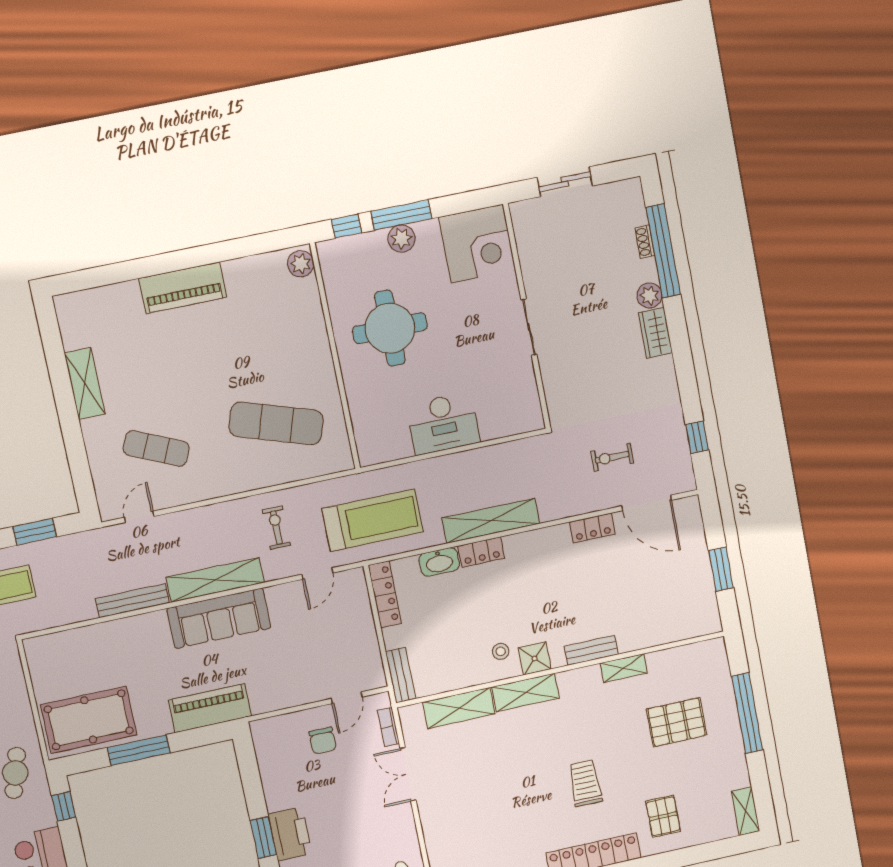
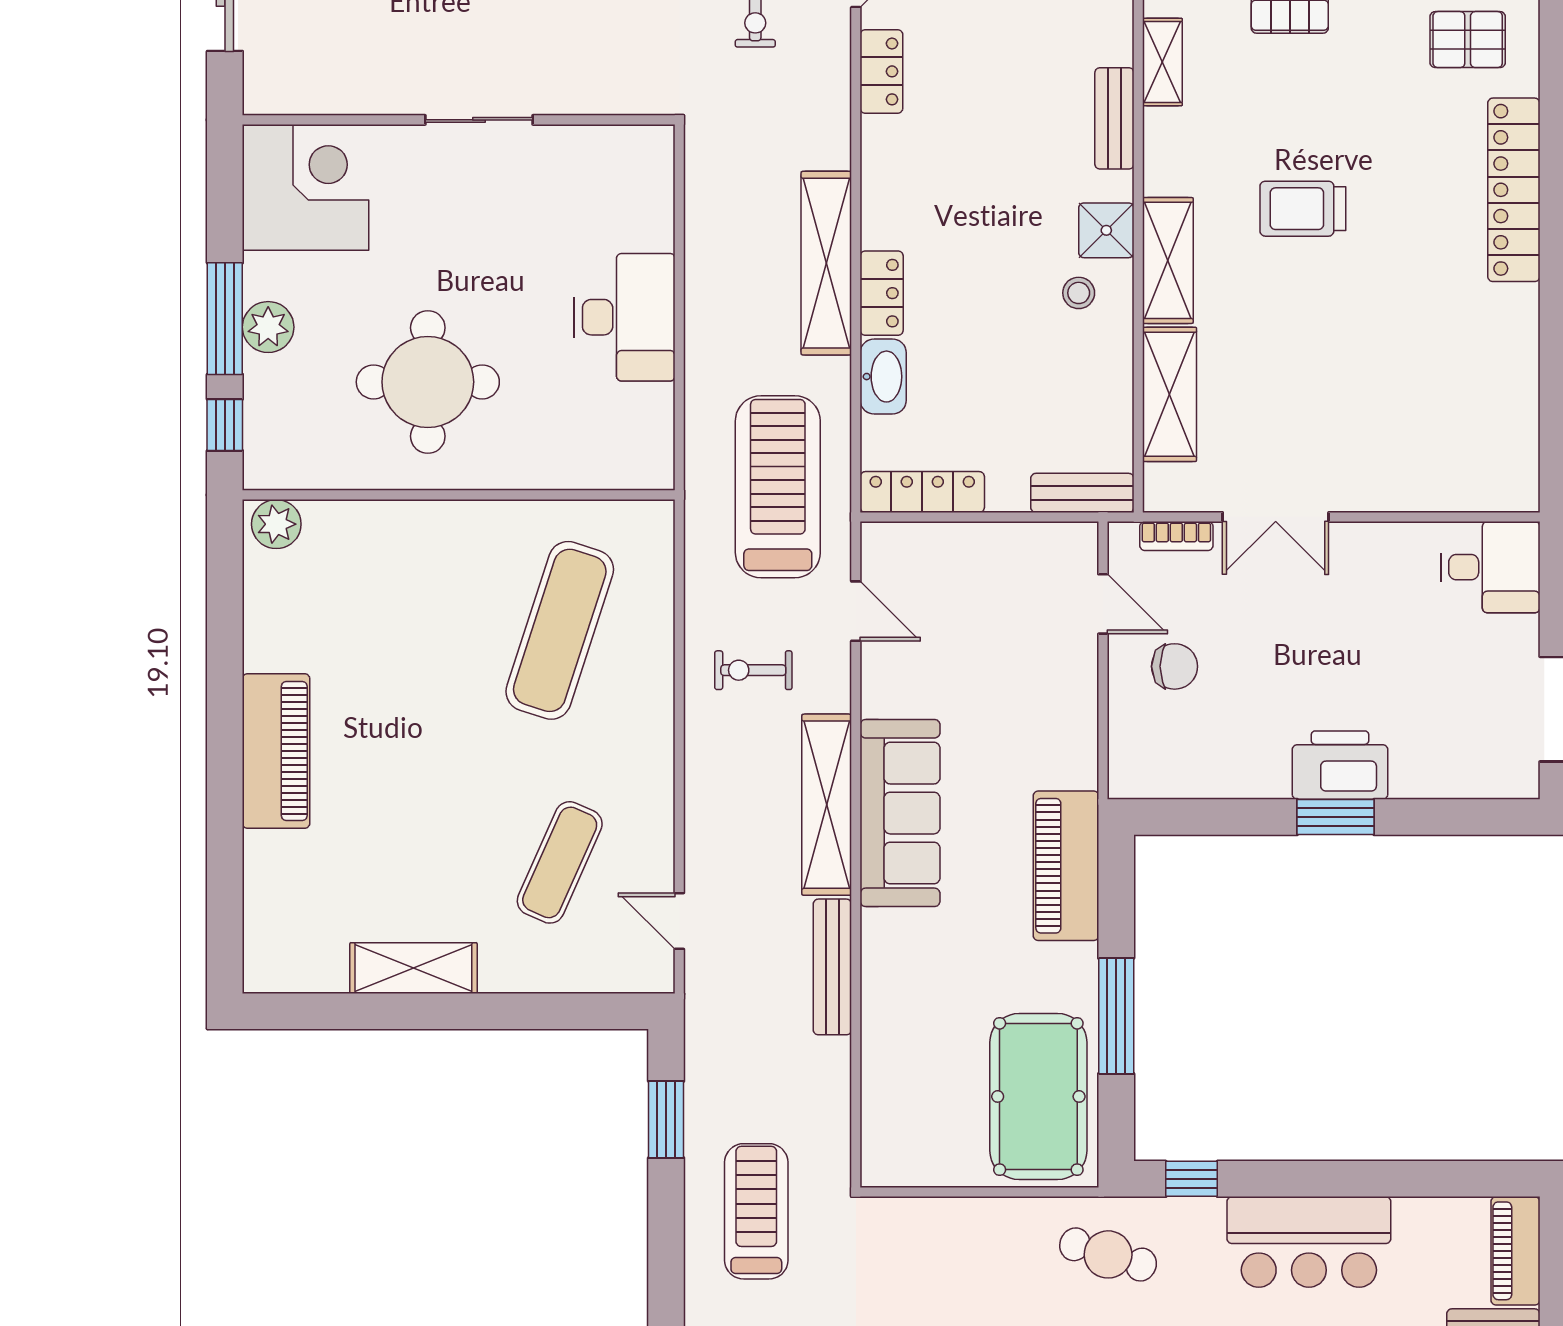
trolley: (585, 783) -> (1303, 209), moved

